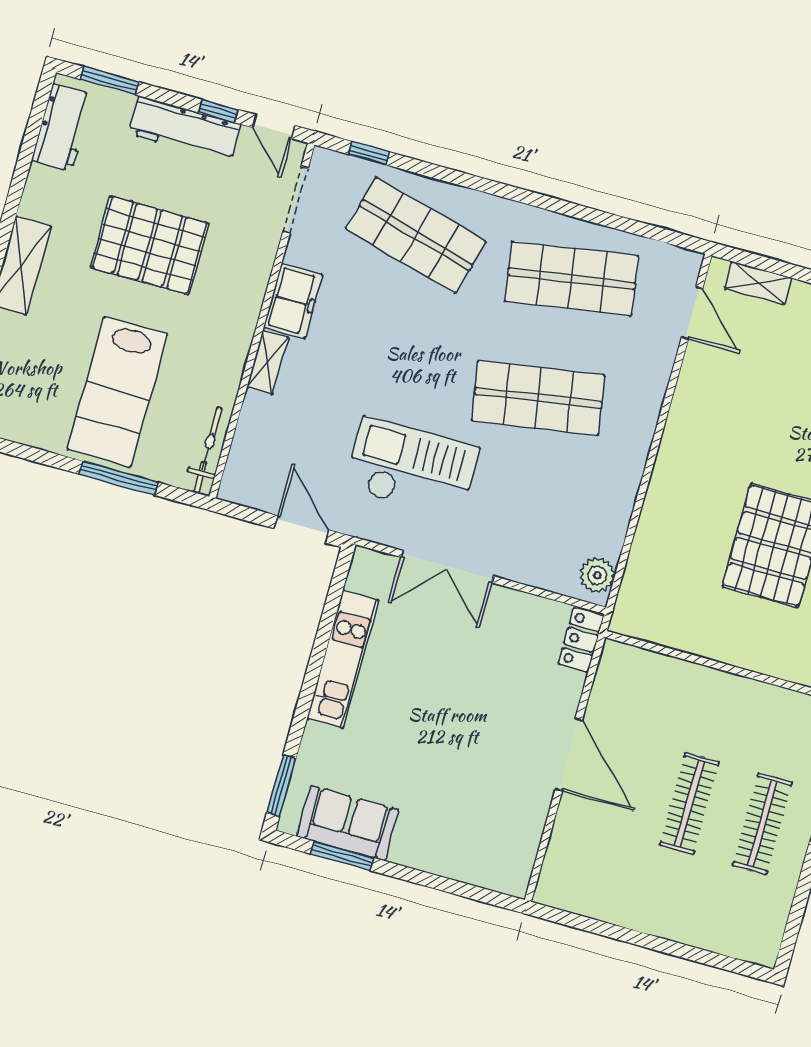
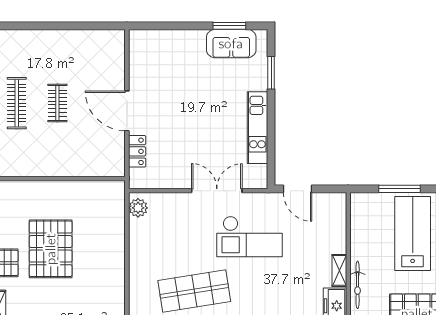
bicycle: (208, 450) -> (358, 285), moved
locker: (581, 640) -> (137, 151), moved
window: (281, 786) -> (271, 73), moved
clothes rail: (690, 804) -> (57, 103), width x0.73

